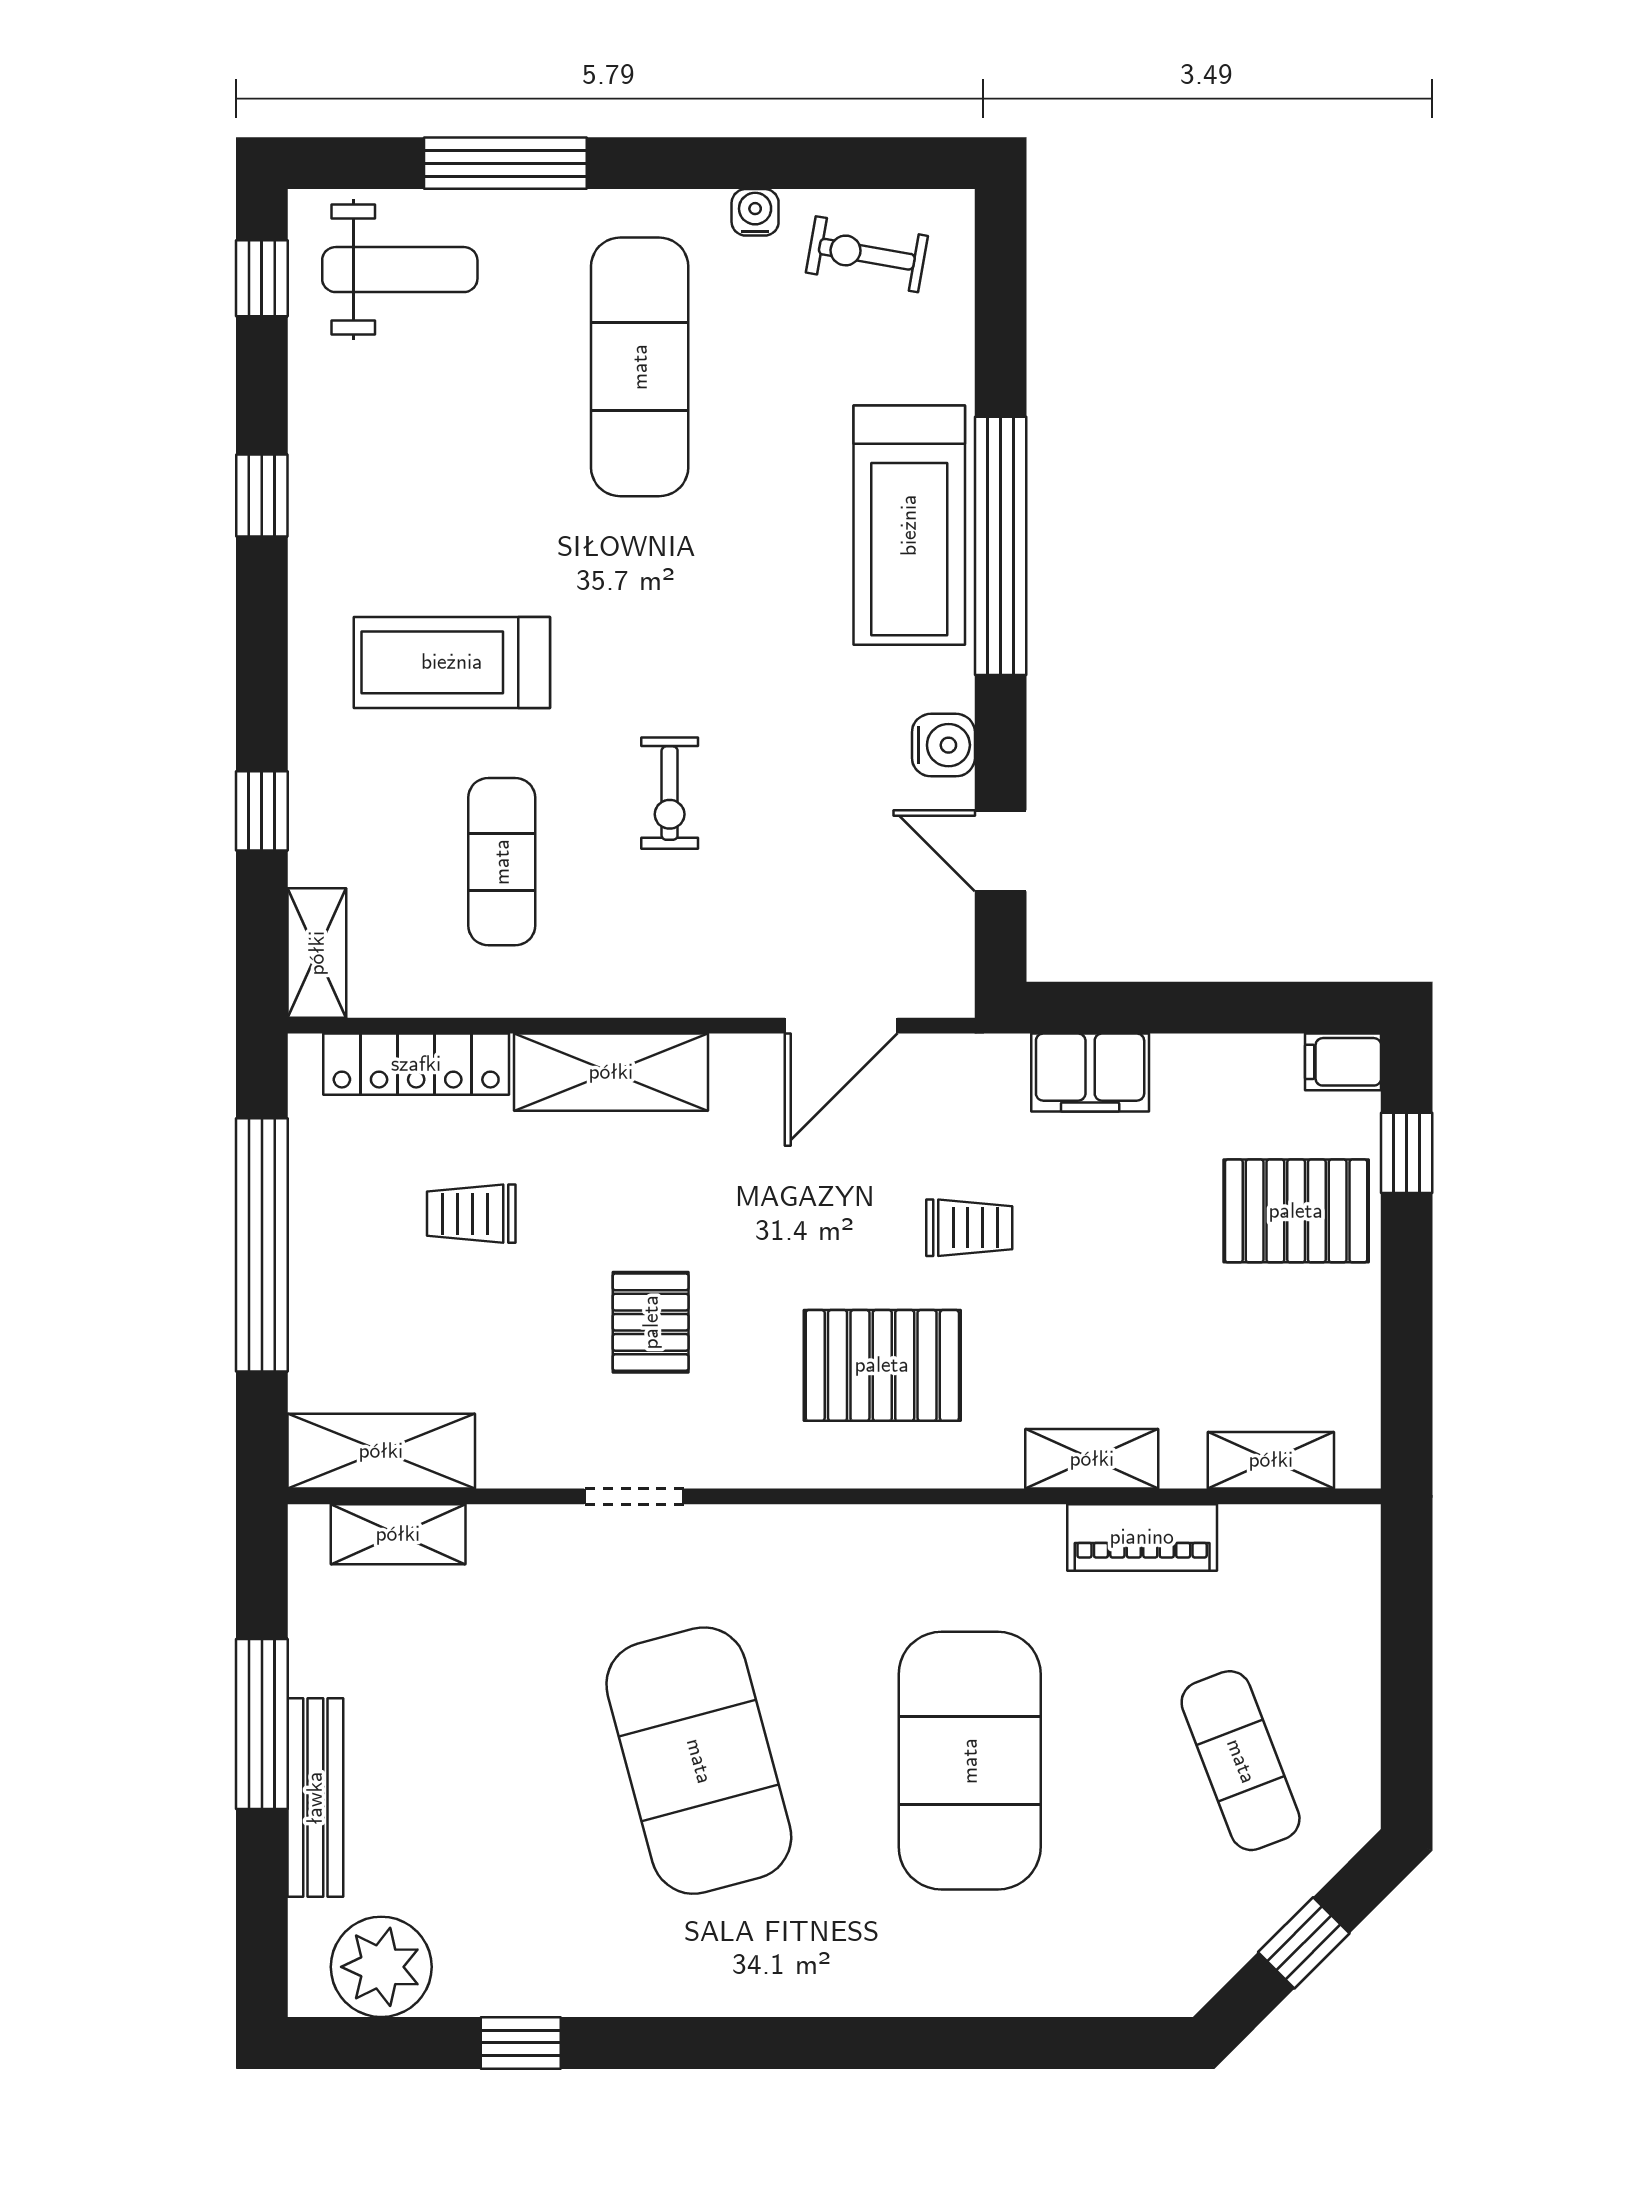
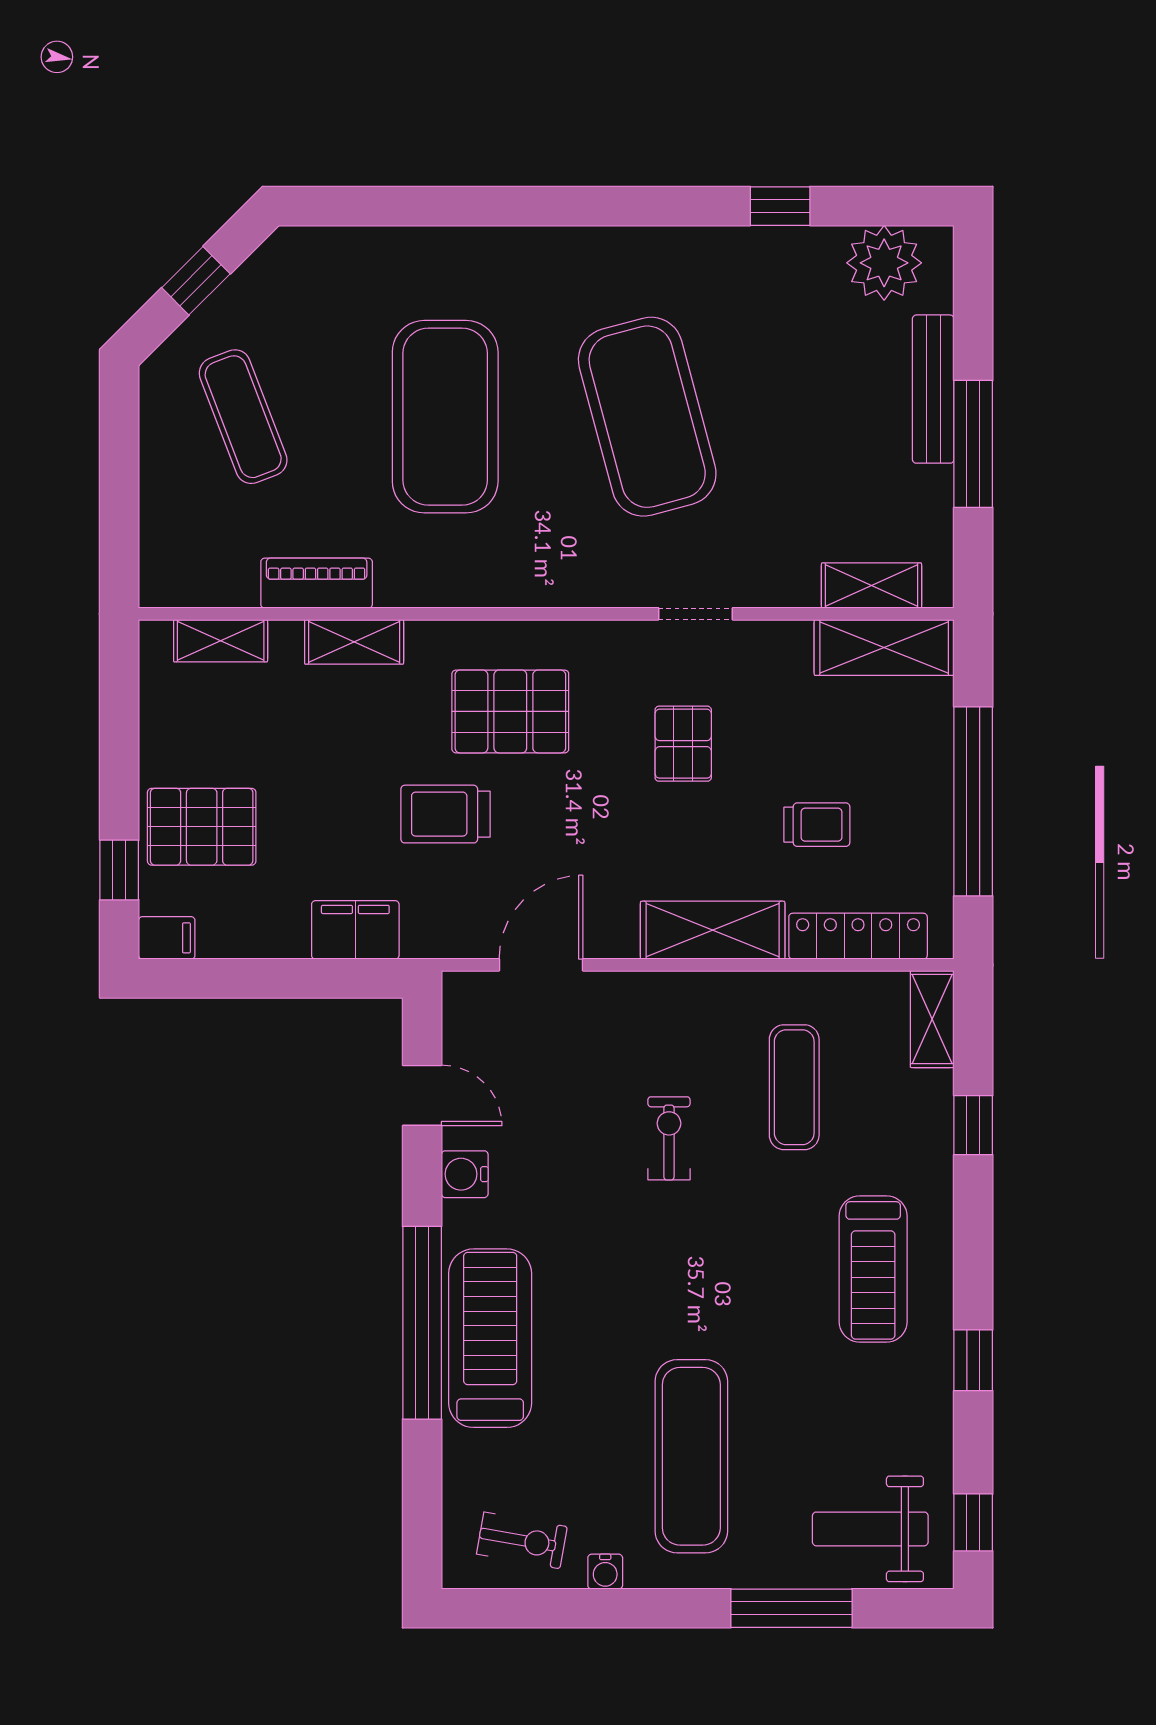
treadmill: (452, 662) -> (873, 1269), moved, turned 90
trolley: (969, 1228) -> (445, 814), width x1.36, depth x1.39

